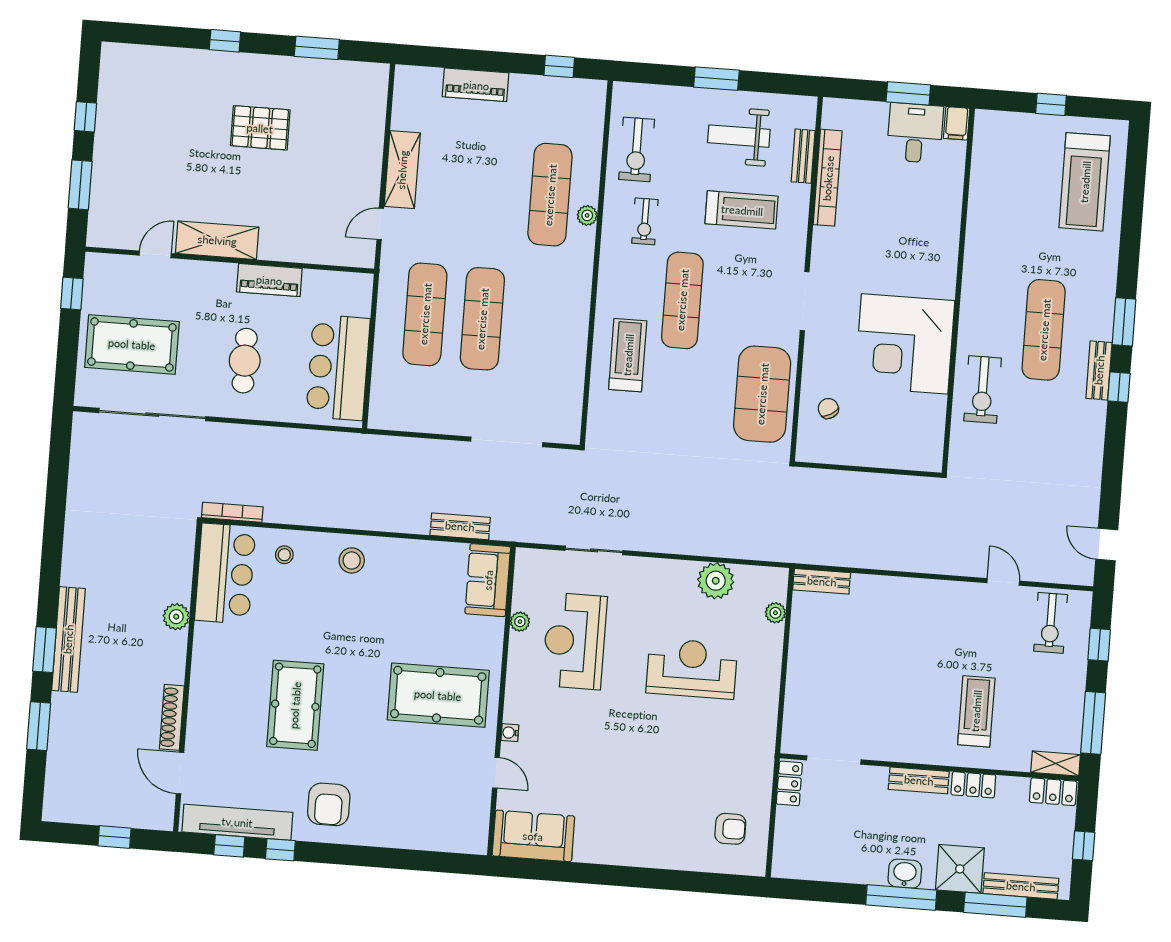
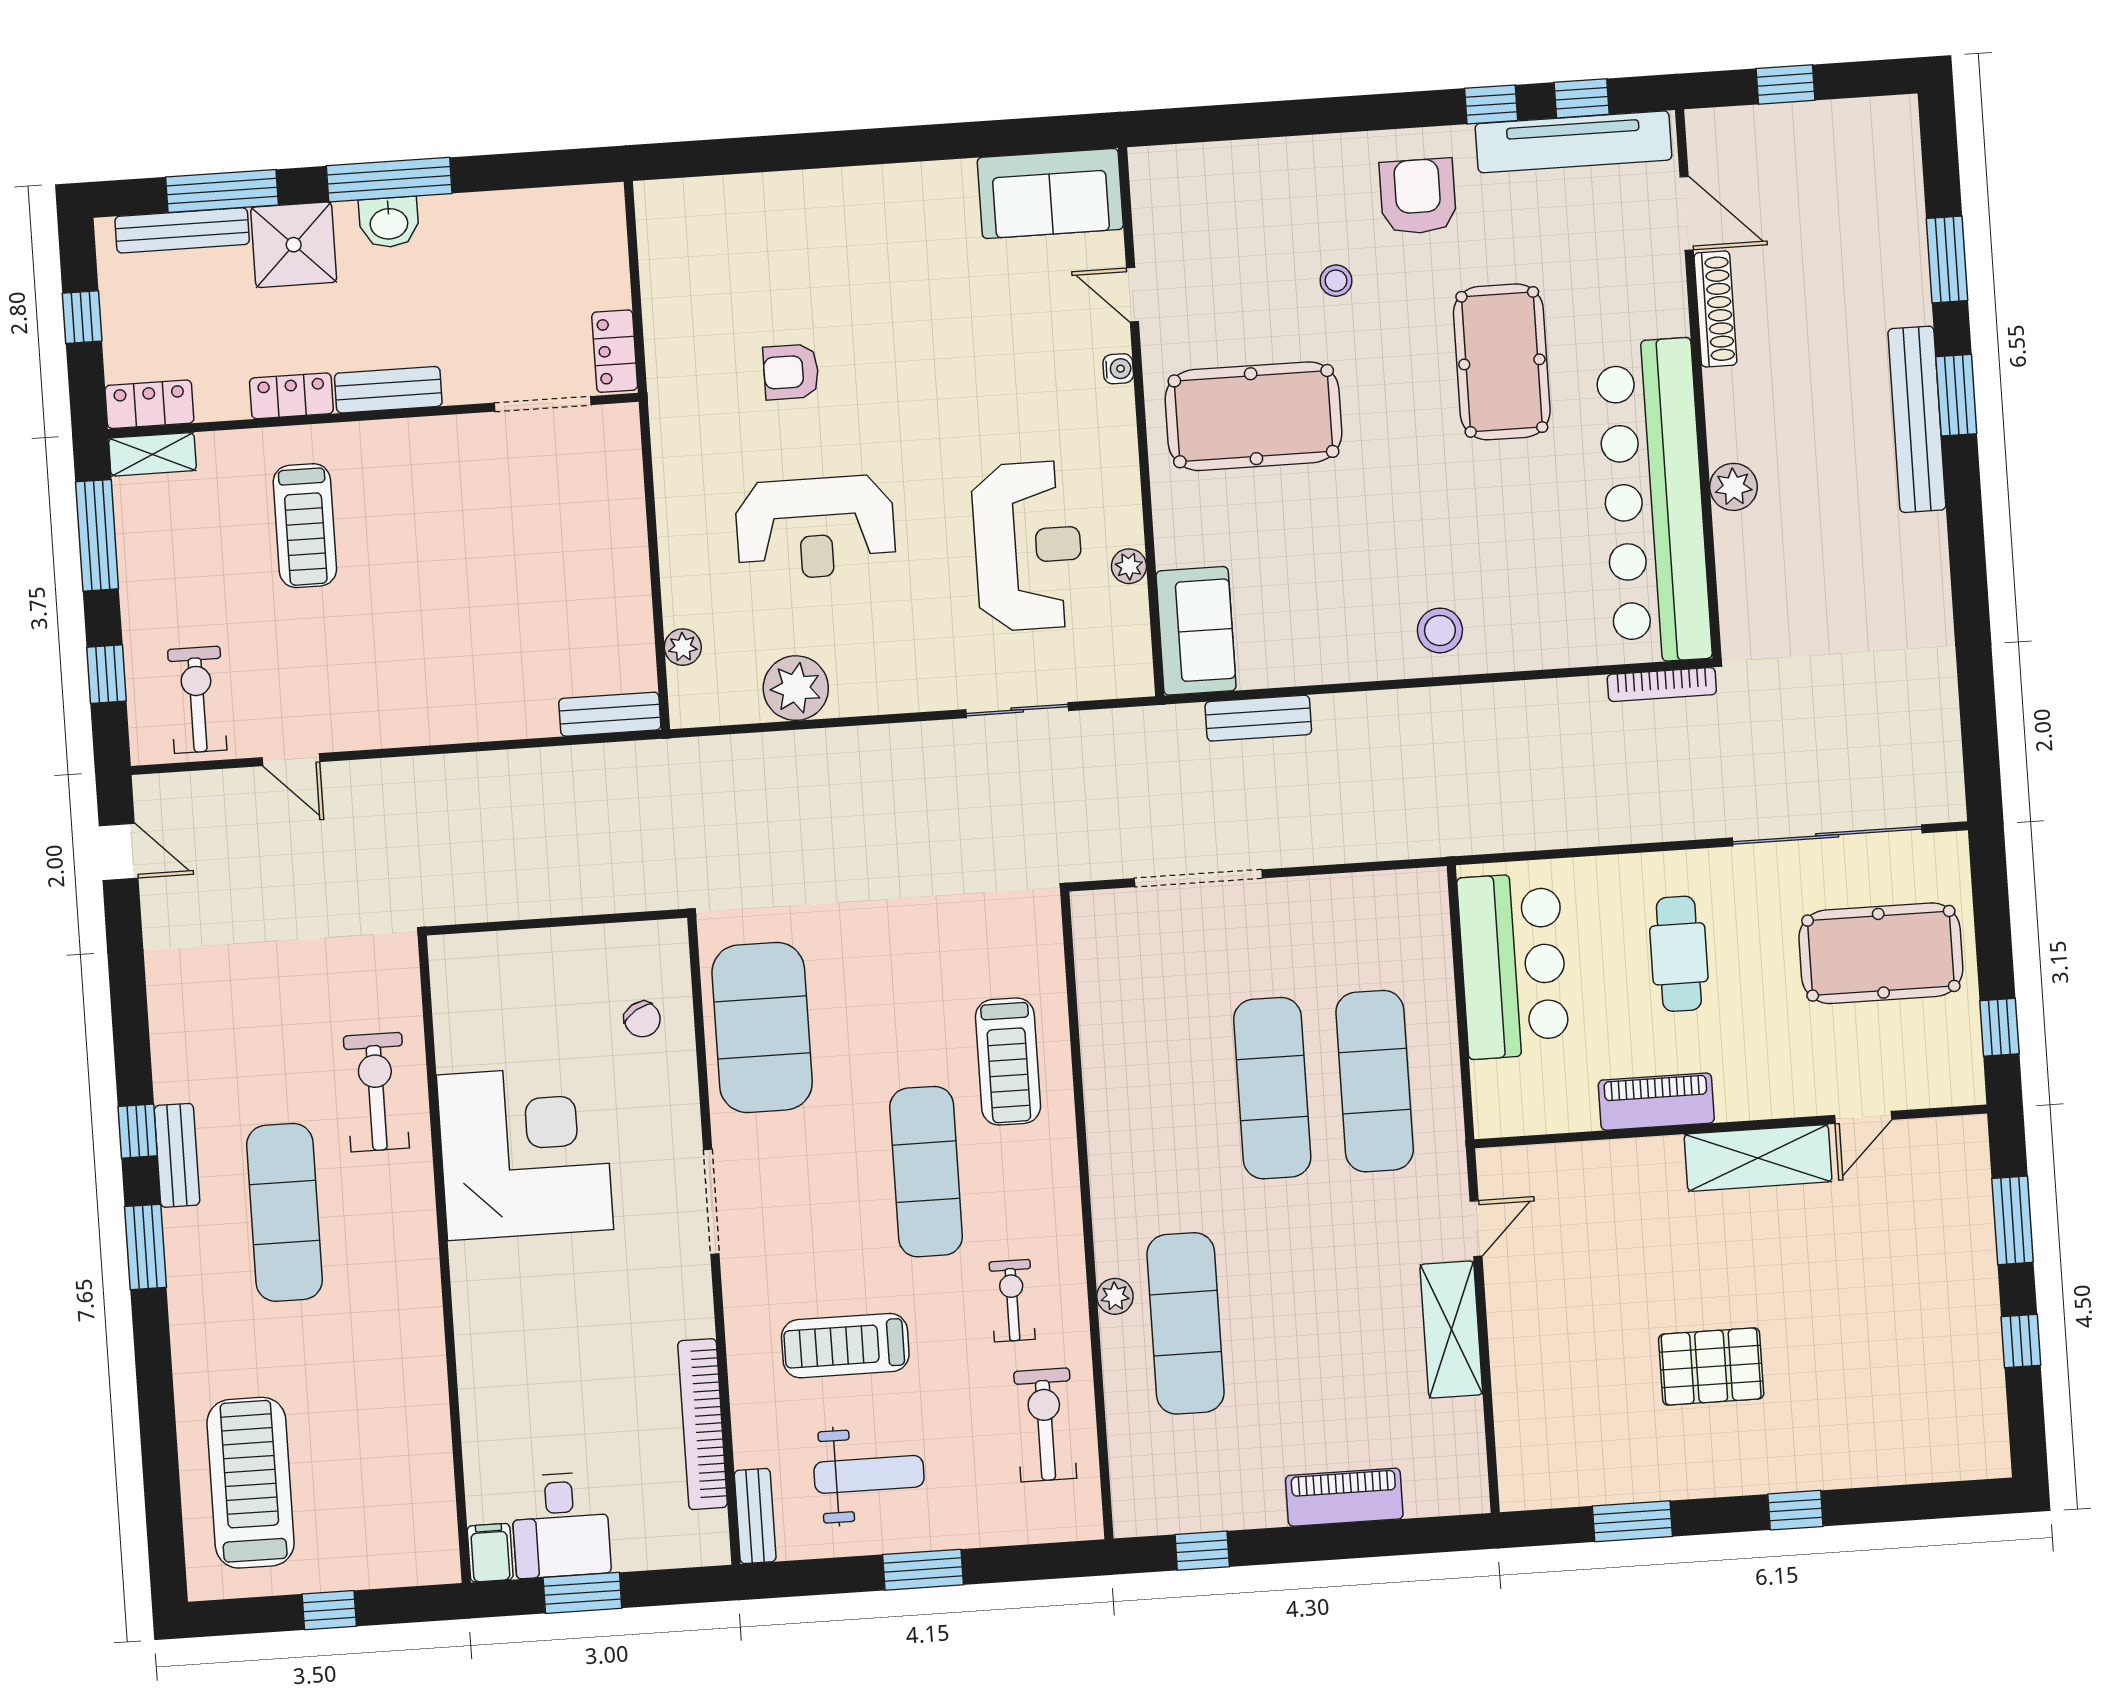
bench: (803, 156) -> (755, 1516), moved
stool: (284, 555) -> (1336, 281), moved
bar counter: (225, 574) -> (1653, 501), width x1.86
armchair: (730, 829) -> (791, 372), moved

